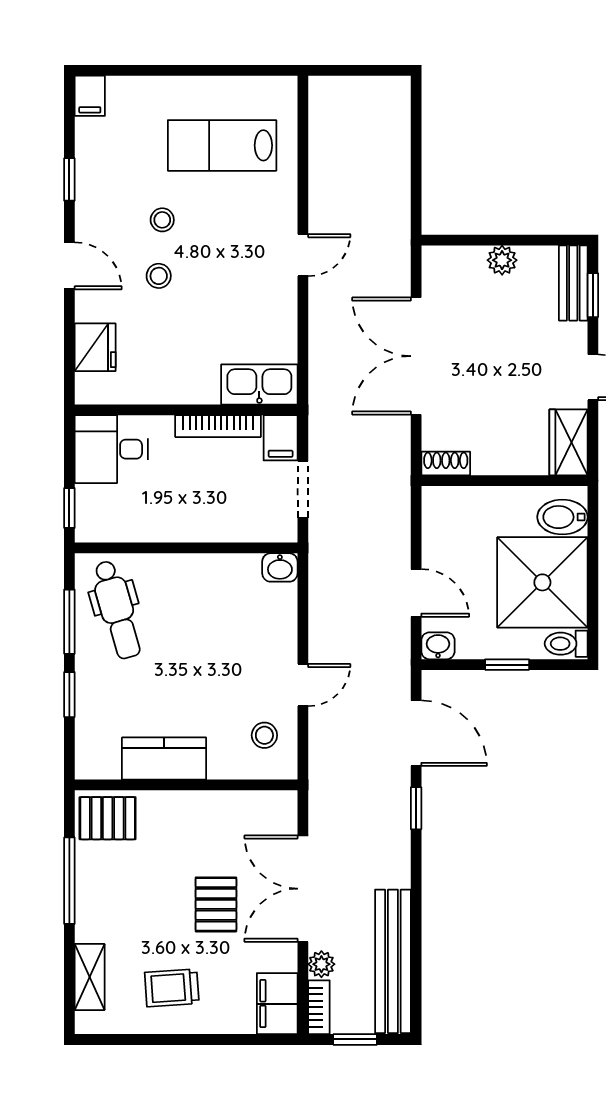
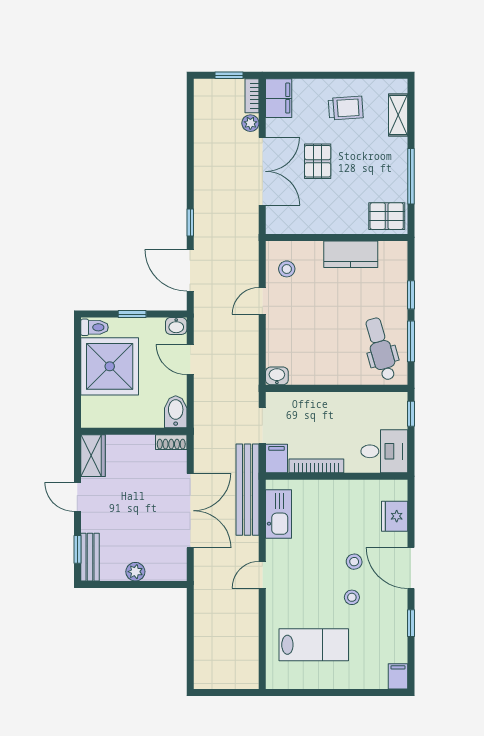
door: (69, 266) -> (411, 568), width x1.37
kitchen sink: (259, 384) -> (278, 514), moved, turned -90
bidet: (562, 517) -> (176, 412), moved, turned -90
bench: (393, 961) -> (247, 490), moved

